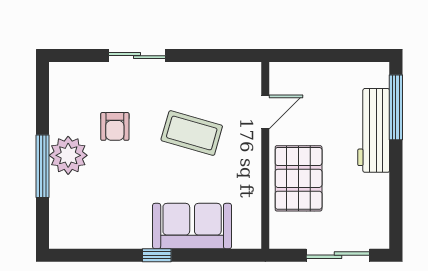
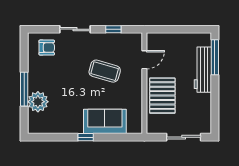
window: (208, 56) -> (113, 29), added
armchair: (115, 126) -> (47, 48), moved, turned -90
plant: (68, 155) -> (38, 102), moved

